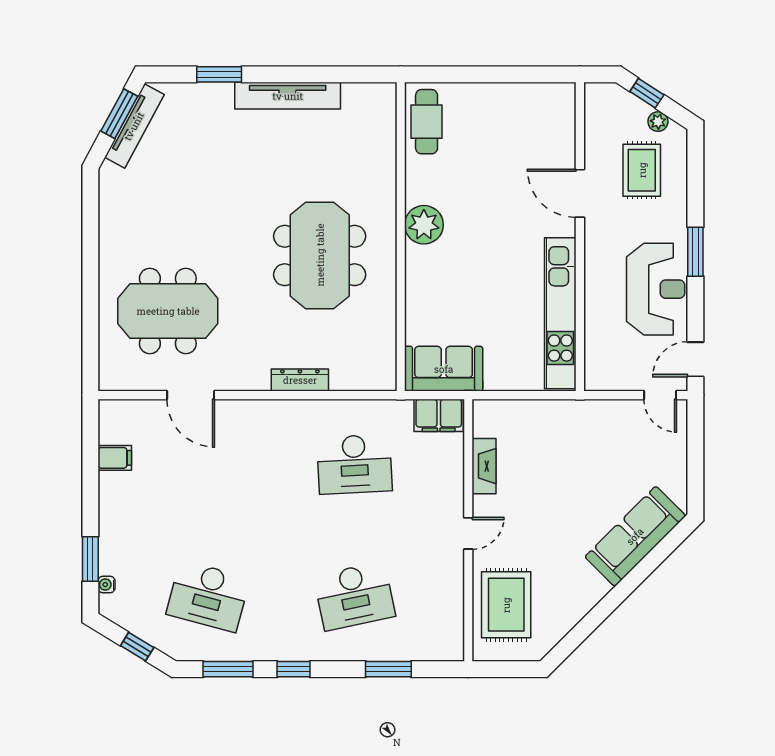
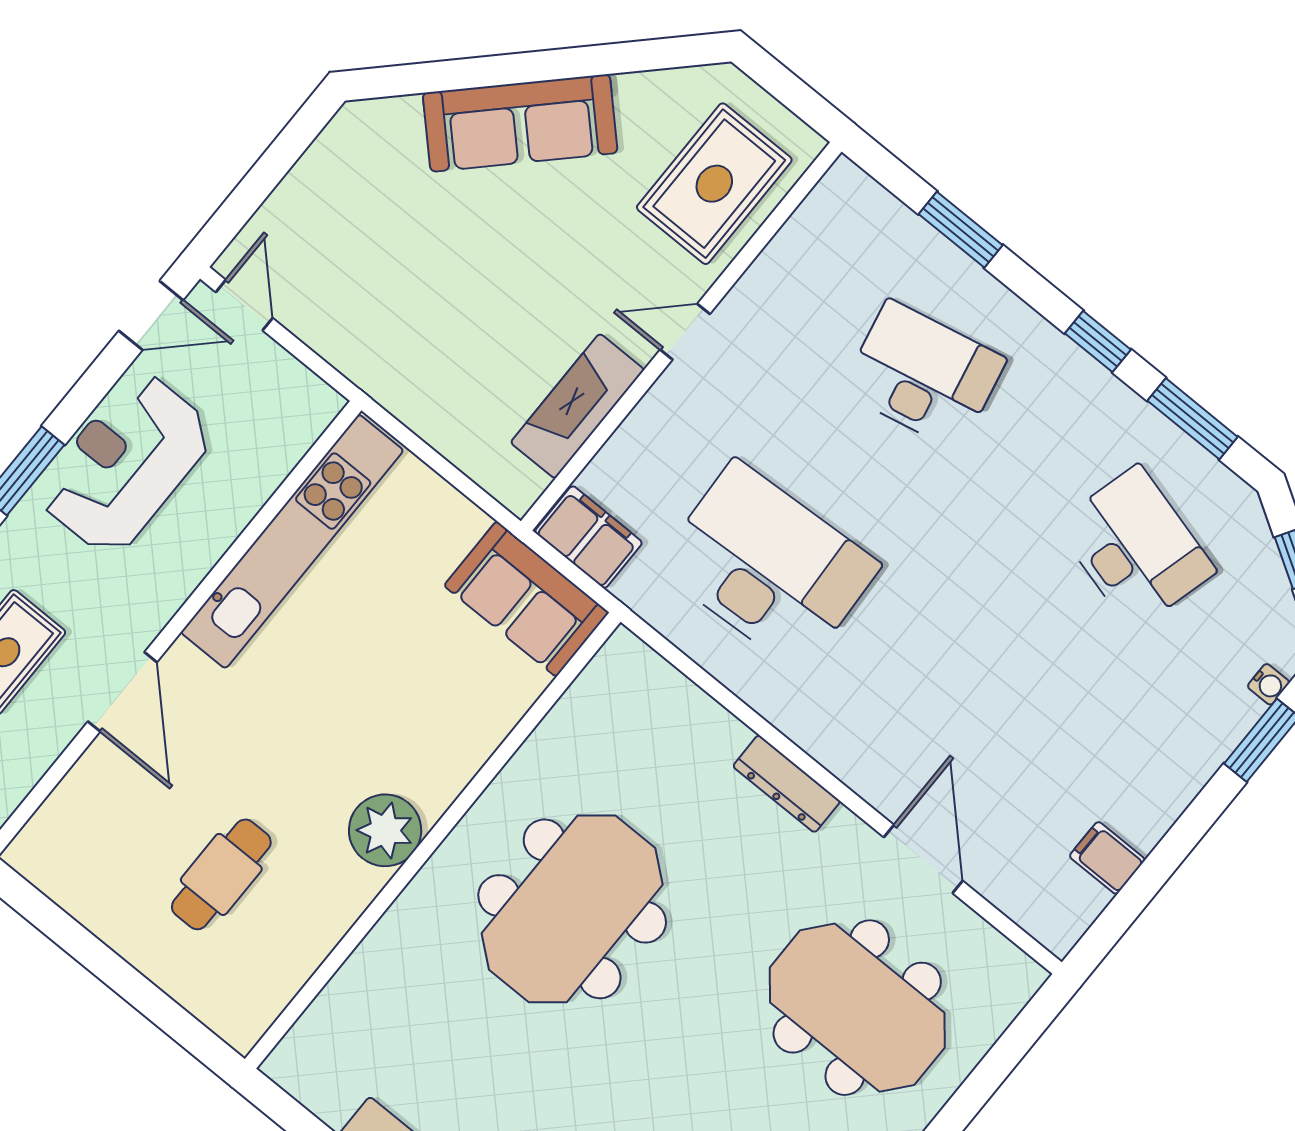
cafe table: (427, 122) -> (221, 874), moved
dresser: (300, 380) -> (787, 784), moved
desk: (354, 464) -> (768, 566), width x1.36, depth x1.30
fireplace: (484, 466) -> (577, 406), width x1.37, depth x1.32
sofa: (635, 536) -> (520, 123), moved

